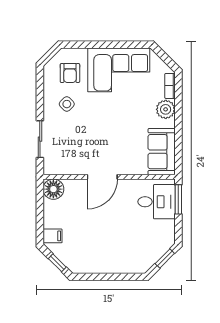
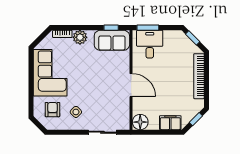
armchair: (70, 73) -> (52, 110), turned -90
window: (178, 151) -> (111, 28), added
filing cabinet: (53, 236) -> (170, 123), width x2.00
bookcase: (114, 267) -> (199, 76), added

